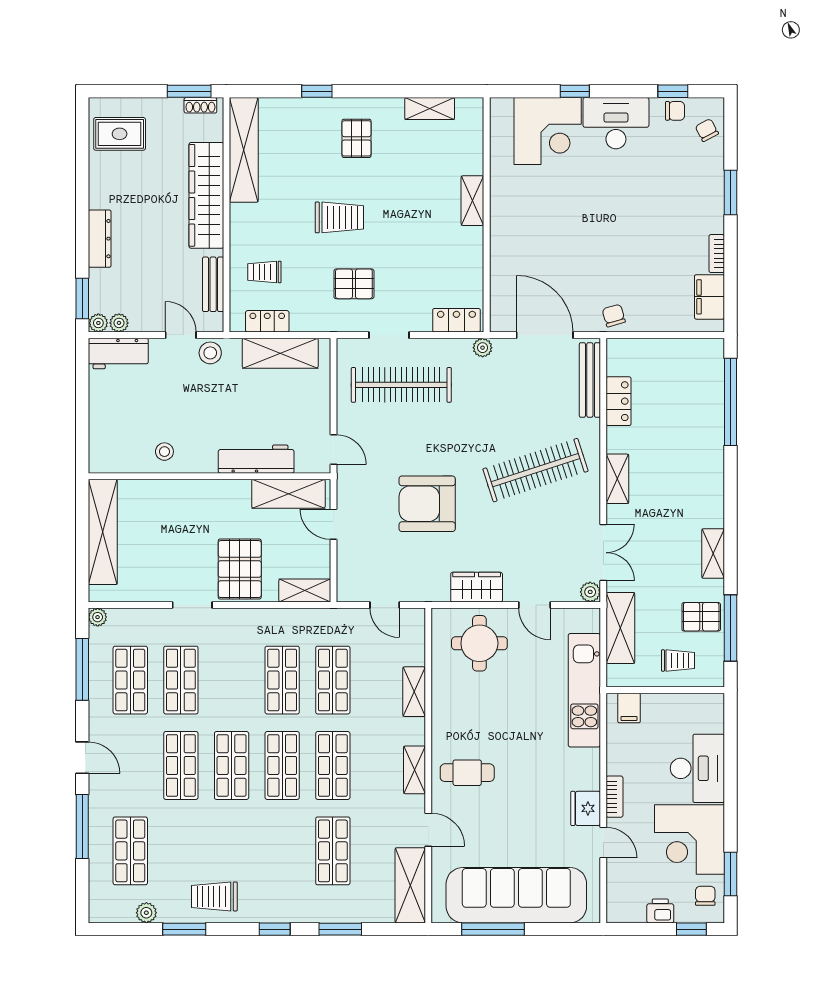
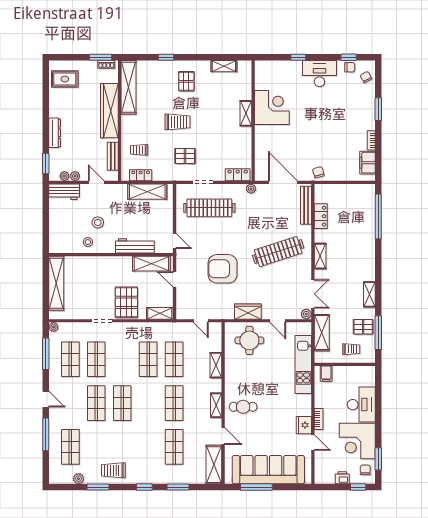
corner desk: (548, 131) -> (272, 108), moved, turned -90
plant: (98, 323) -> (75, 176), moved
stool: (210, 353) -> (98, 222), moved
shop shelf: (282, 765) -> (148, 403), removed

